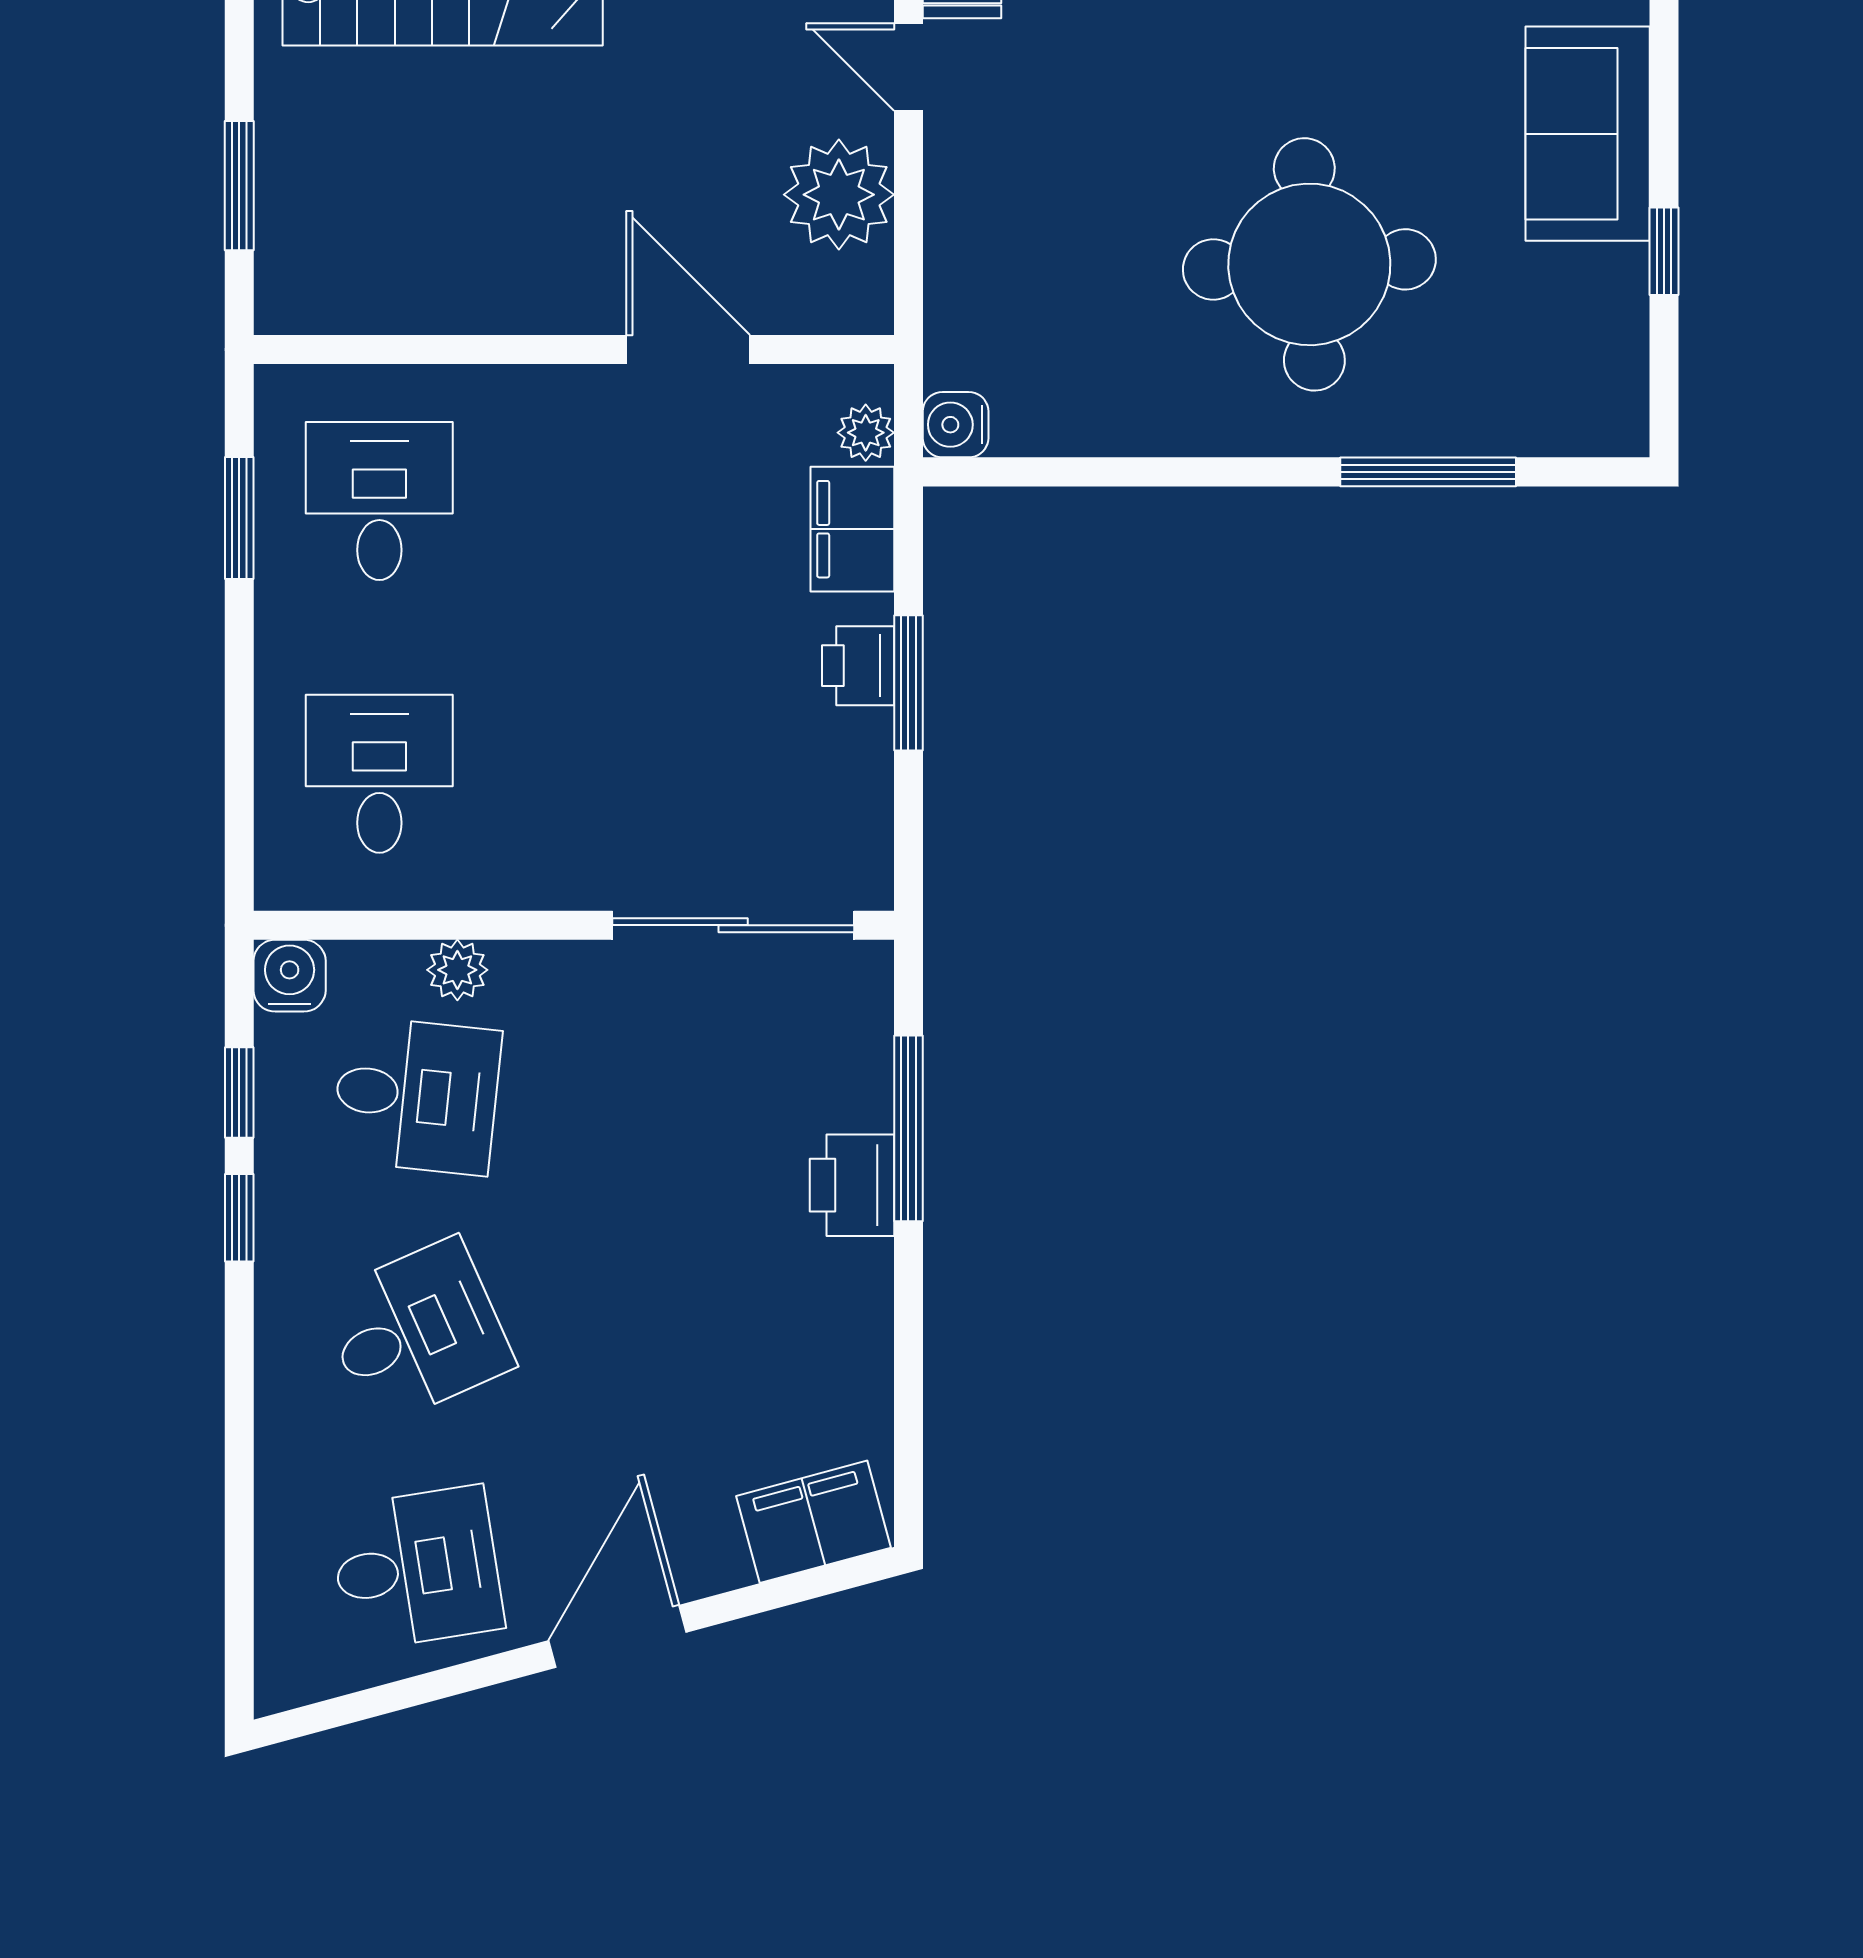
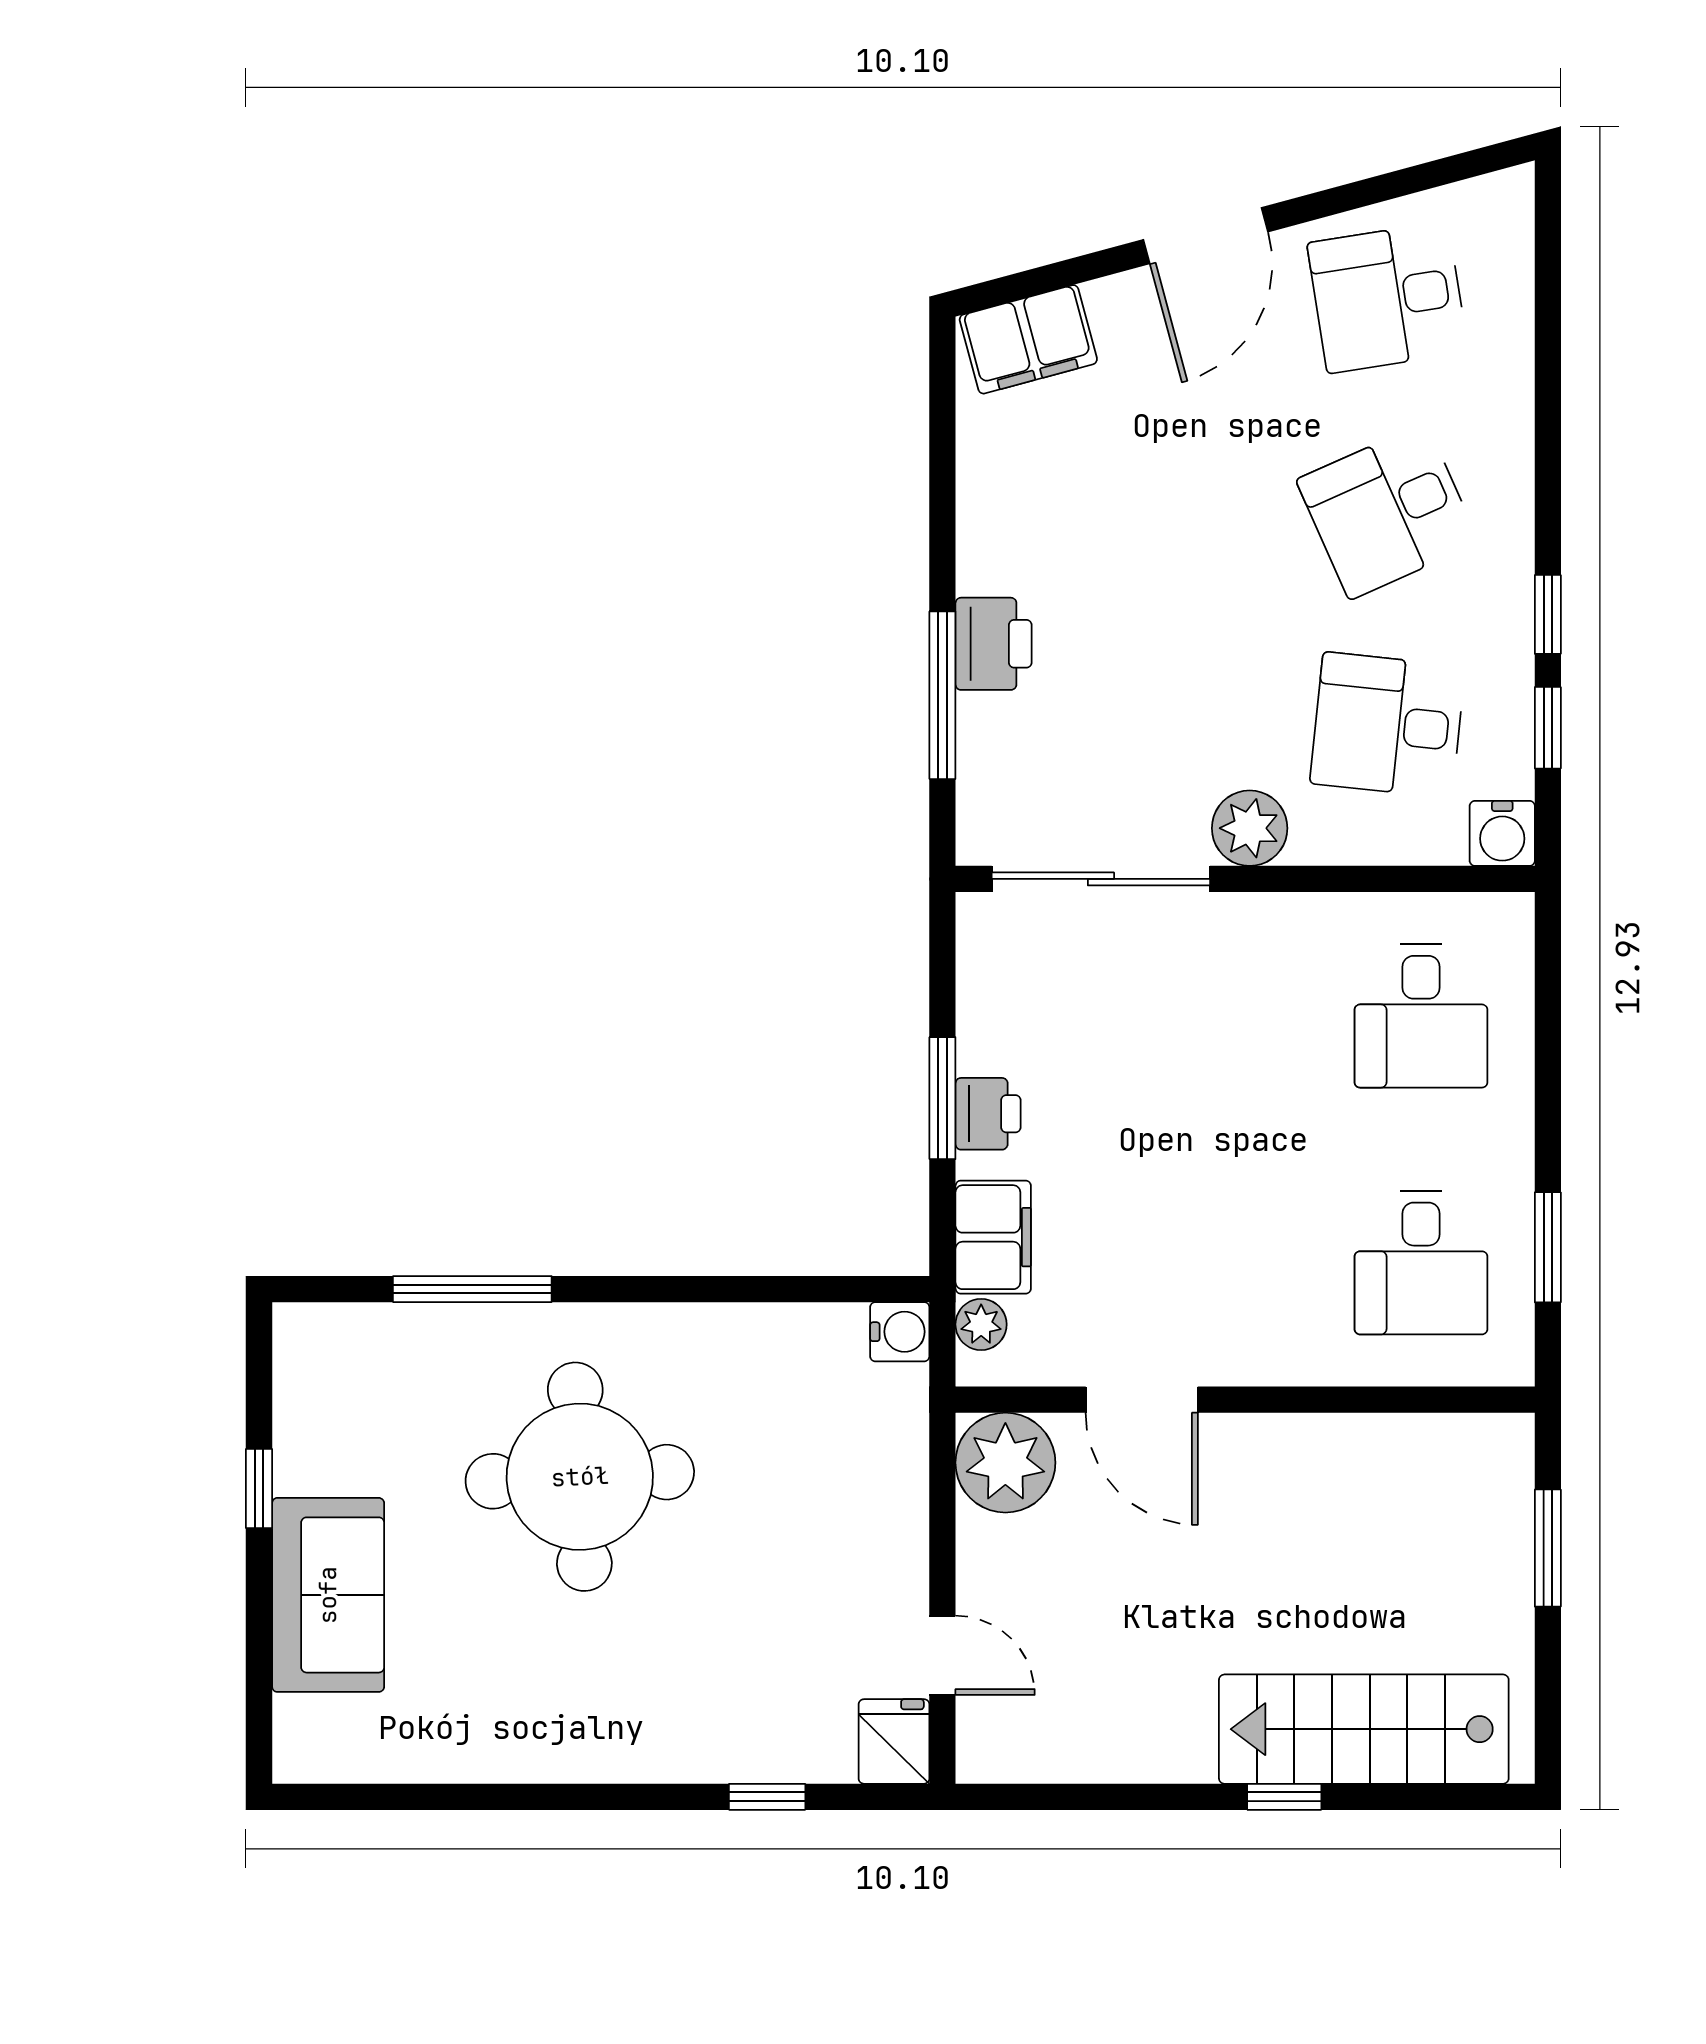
plant: (839, 195) -> (1005, 1463), moved
plant: (457, 970) -> (1250, 828), moved, width x1.38, depth x1.38

